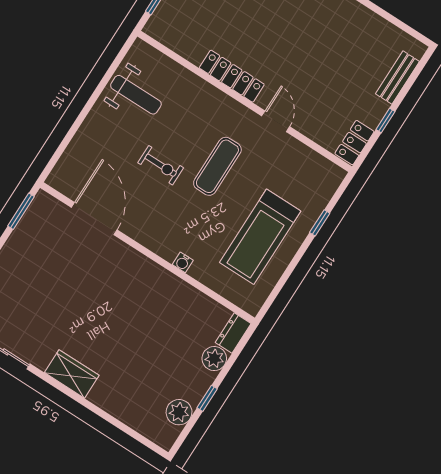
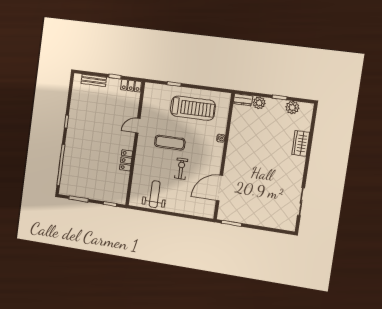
locker: (232, 76) -> (126, 160), width x0.66
wardrobe: (72, 374) -> (301, 143), moved

